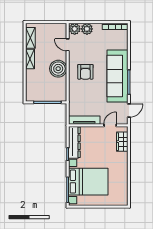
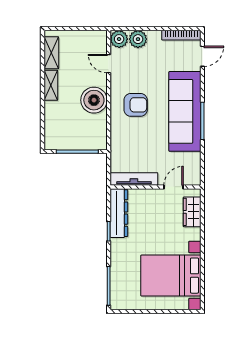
armchair: (85, 72) -> (136, 105), turned -90
door: (129, 110) -> (202, 56), moved
bed with nightstands: (88, 182) -> (171, 276), moved, turned 180

